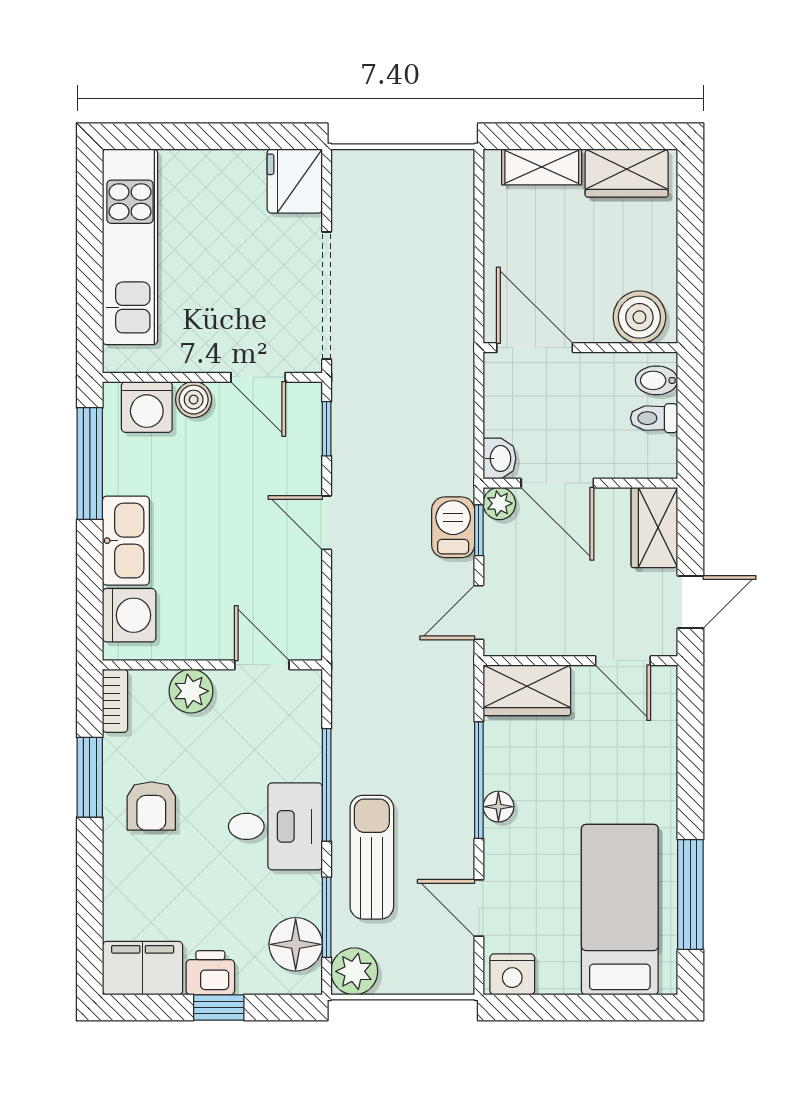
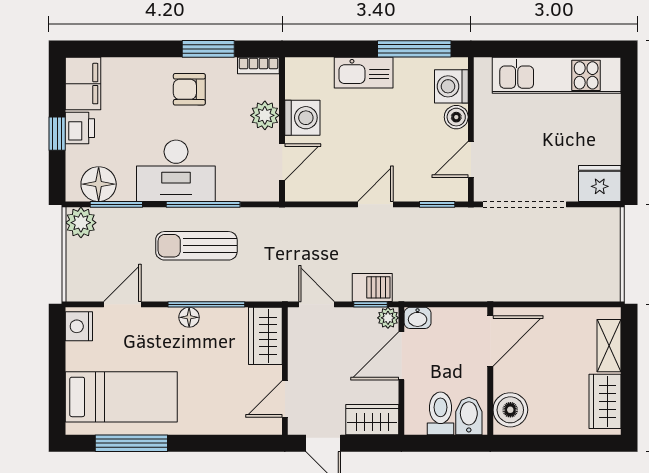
bidet: (657, 380) -> (469, 416), width x1.38, depth x1.36
toilet: (654, 418) -> (440, 413), width x1.37, depth x1.39
washing machine: (129, 615) -> (302, 118), moved, turned -90
desk: (275, 826) -> (176, 171), width x1.37
sun lounger: (372, 857) -> (196, 246), moved, turned 180

